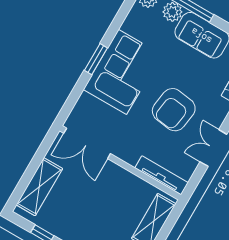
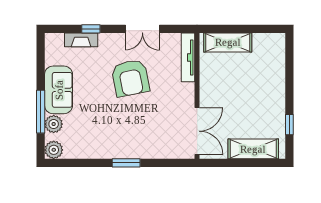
corner sofa: (122, 72) -> (124, 136), removed
armchair: (174, 110) -> (130, 78), turned 71

